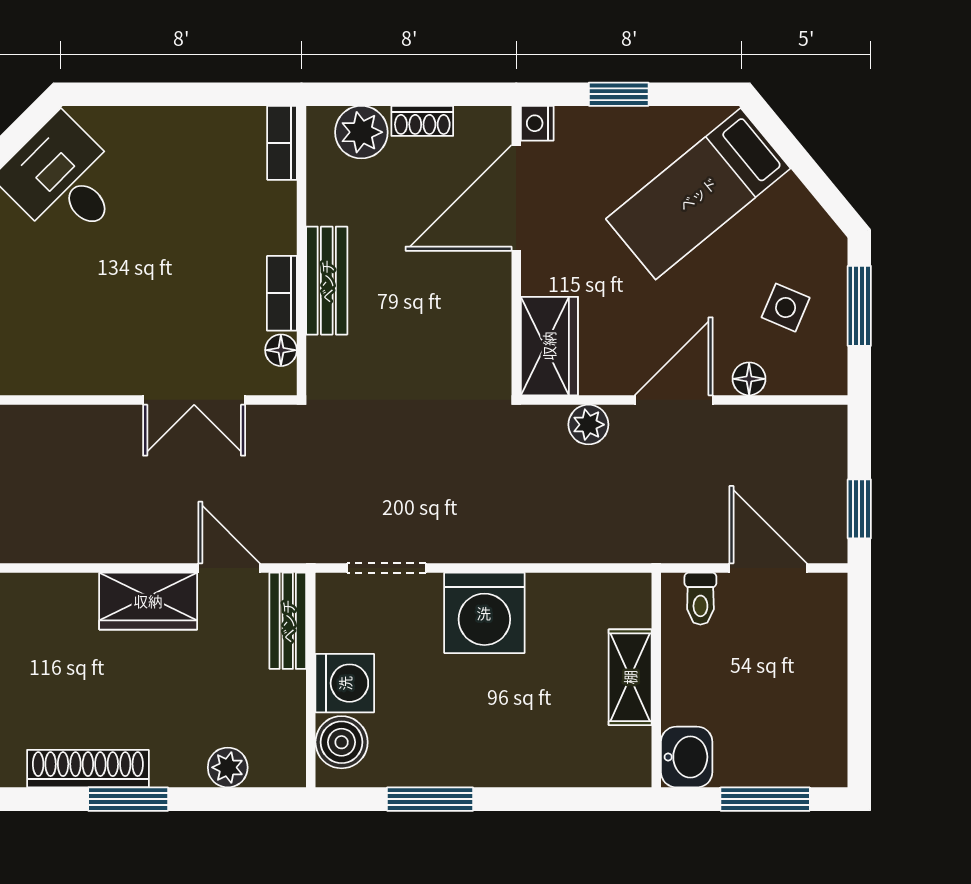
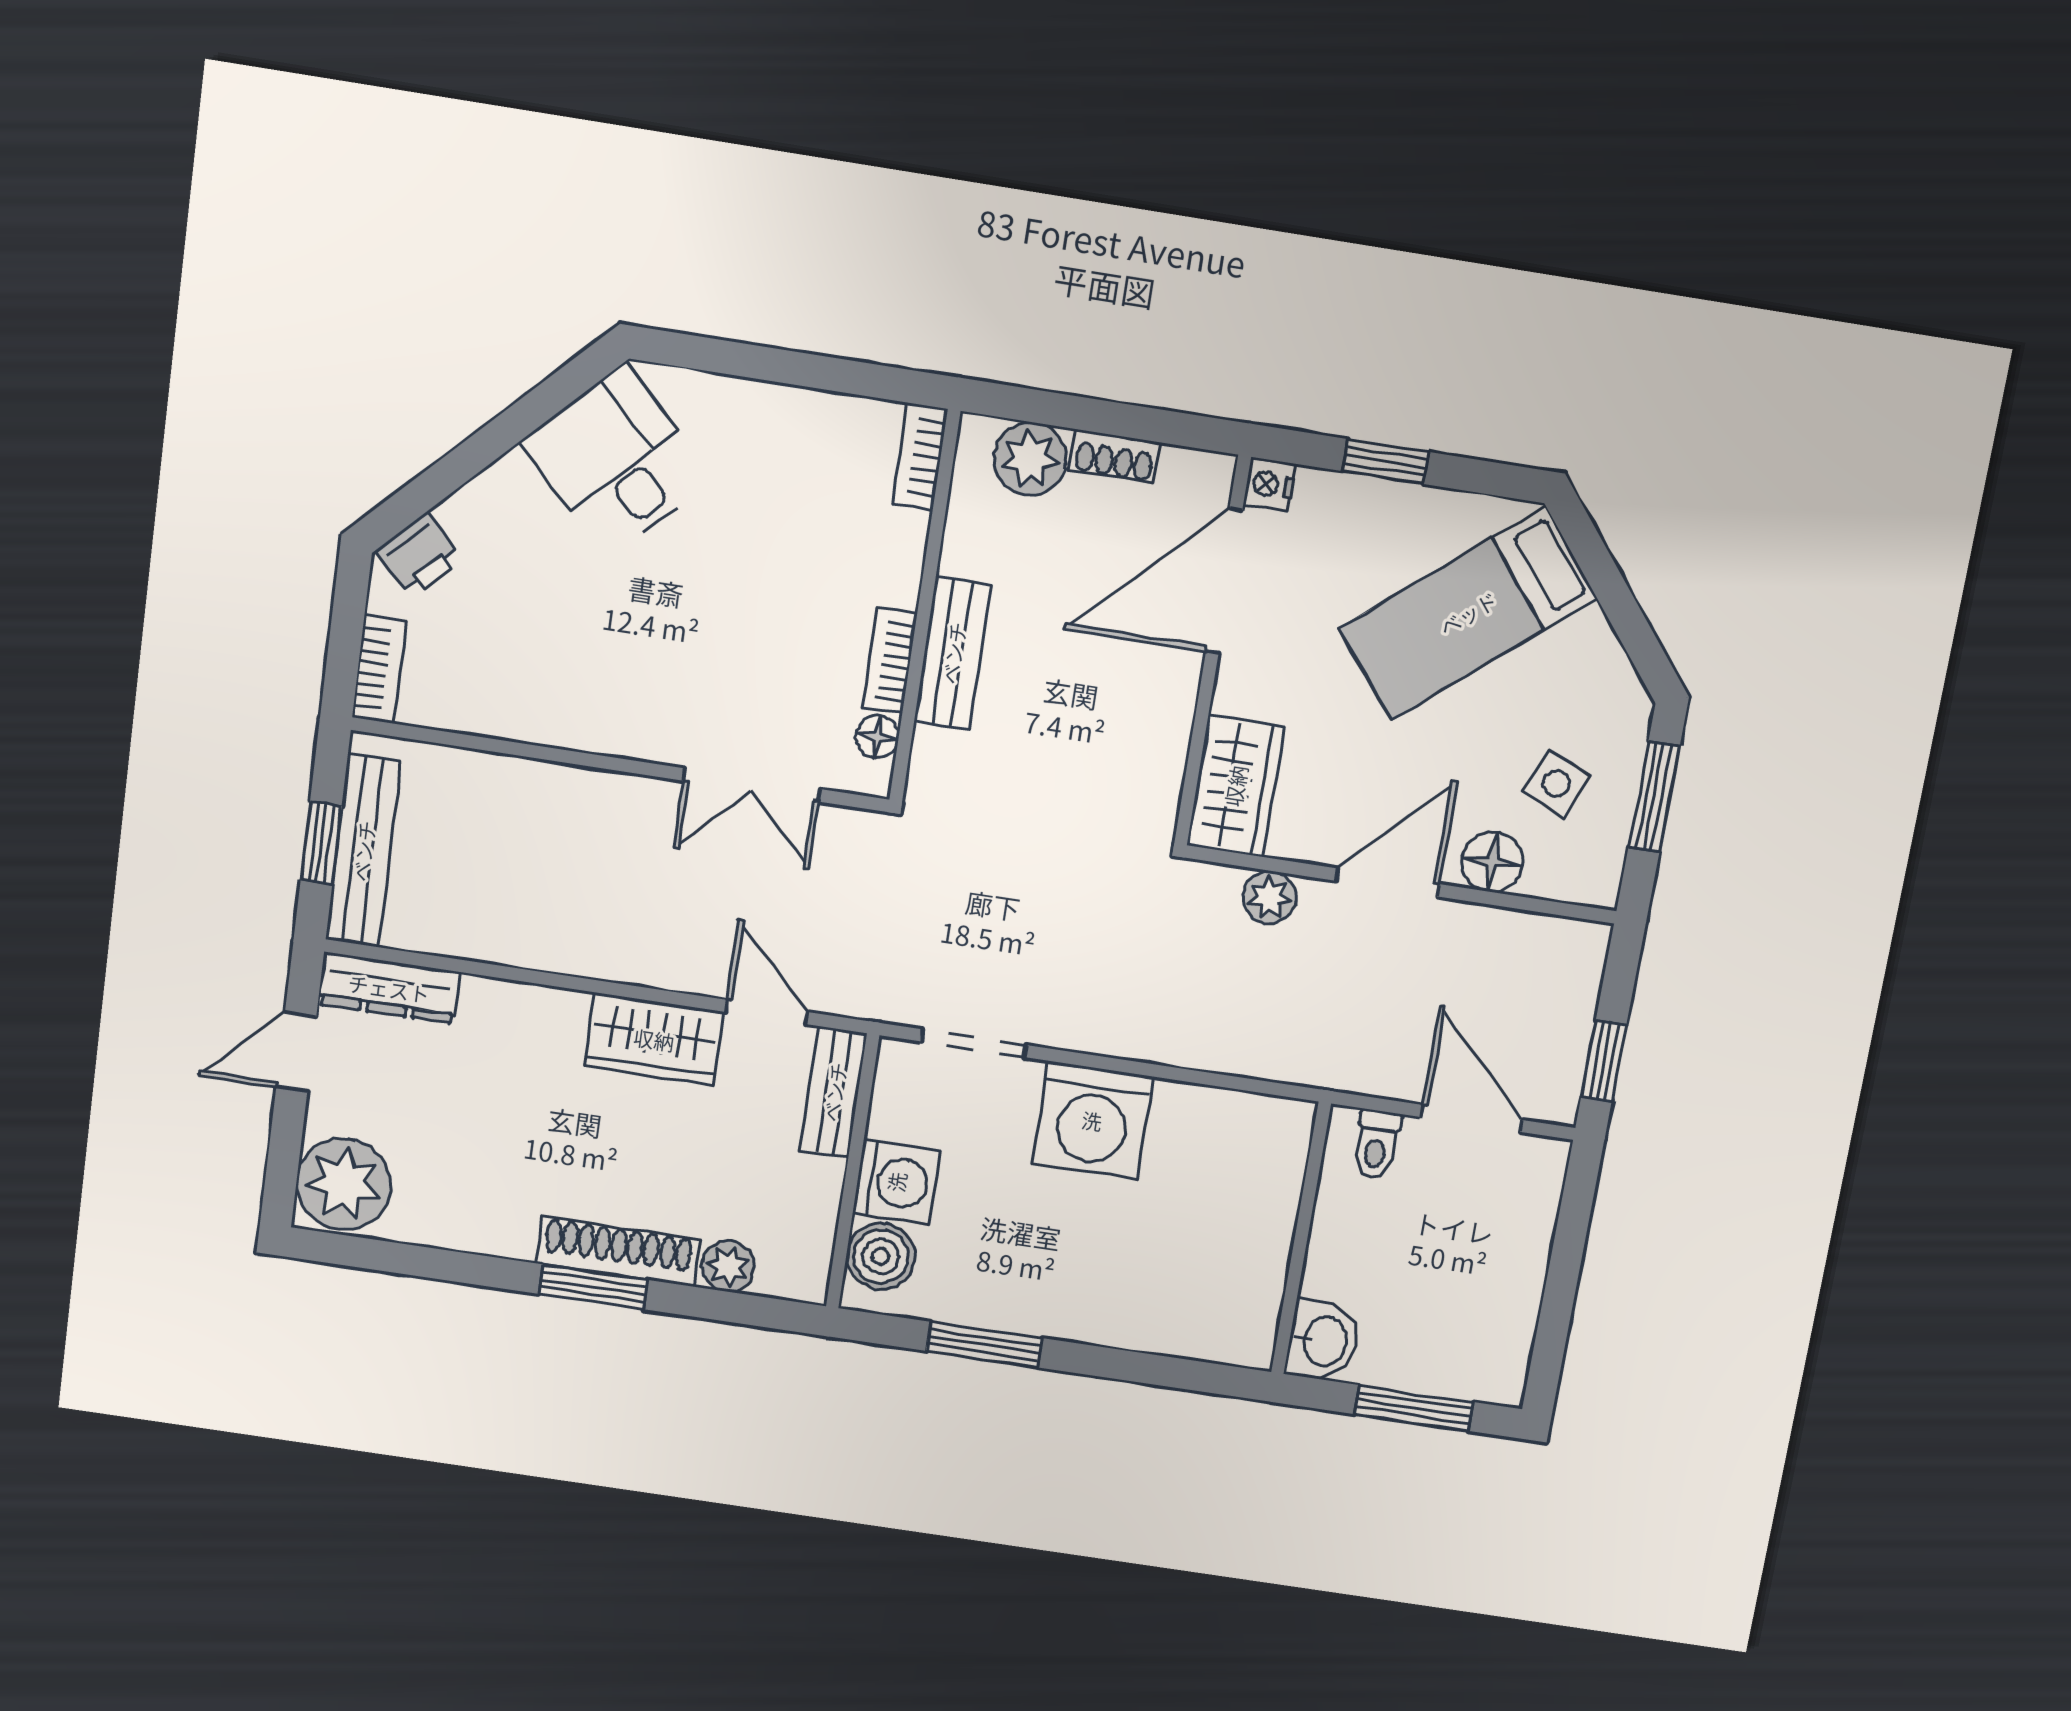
floor lamp: (749, 379) -> (1493, 862), width x1.37, depth x1.37
shelving: (630, 677) -> (1268, 1230), removed
shoe rack: (88, 769) -> (618, 1251), moved

